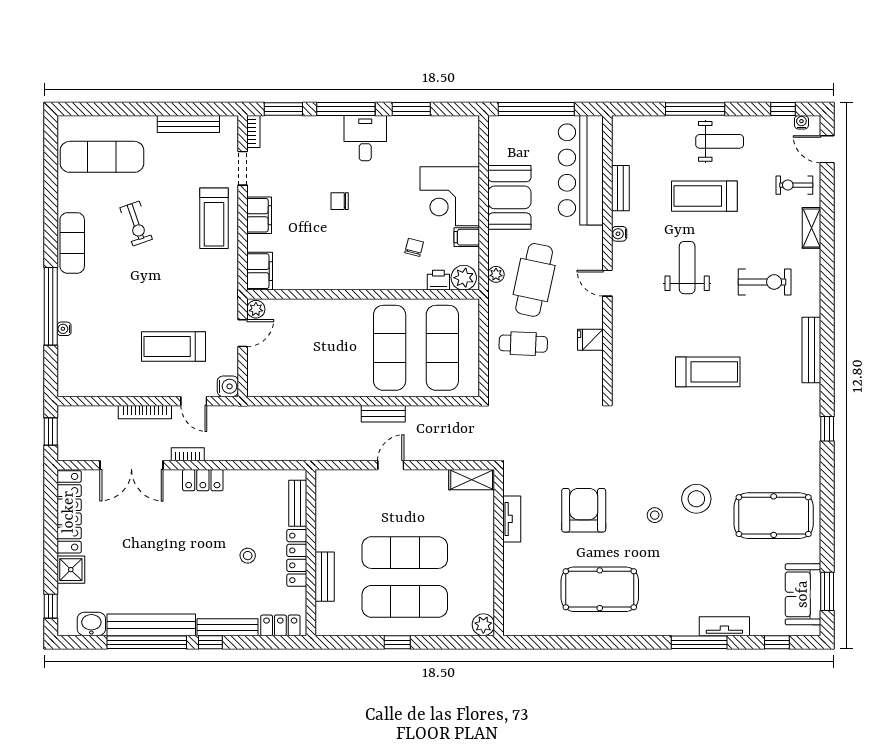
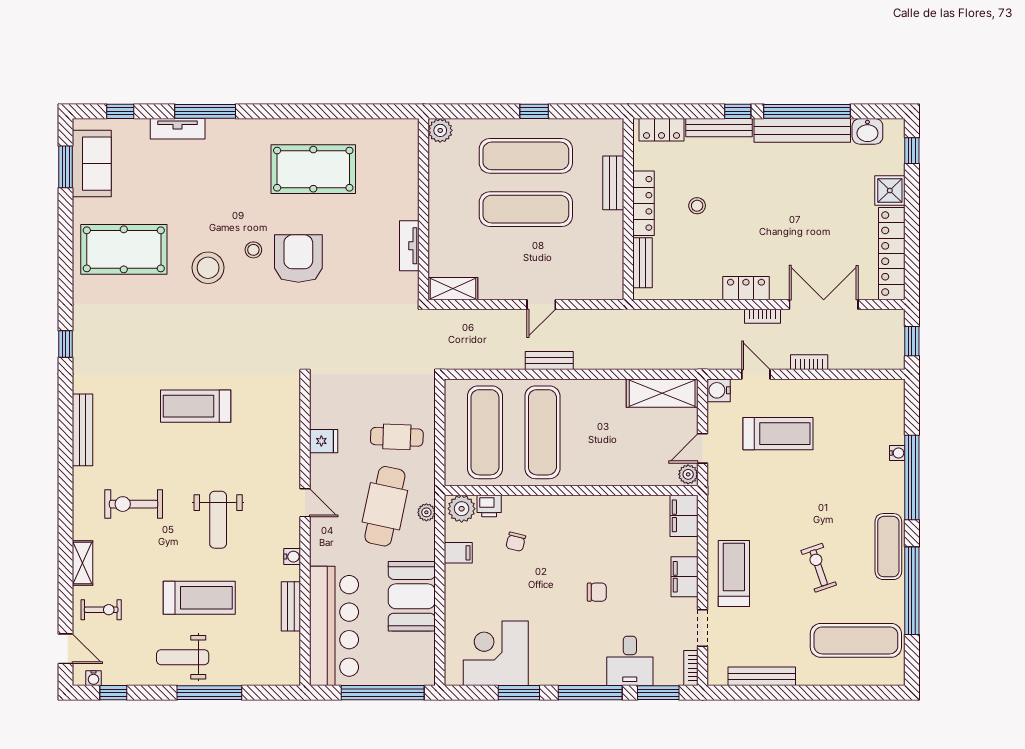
desk: (365, 138) -> (630, 661), moved
corner desk: (450, 196) -> (496, 653), moved, turned -90
window: (51, 202) -> (912, 591), added
shelving: (280, 384) -> (662, 393), added
bookcase: (145, 412) -> (809, 362), width x0.64
armchair: (584, 510) -> (298, 258), moved, turned 180

